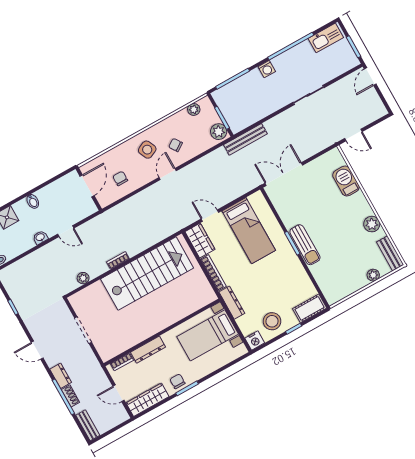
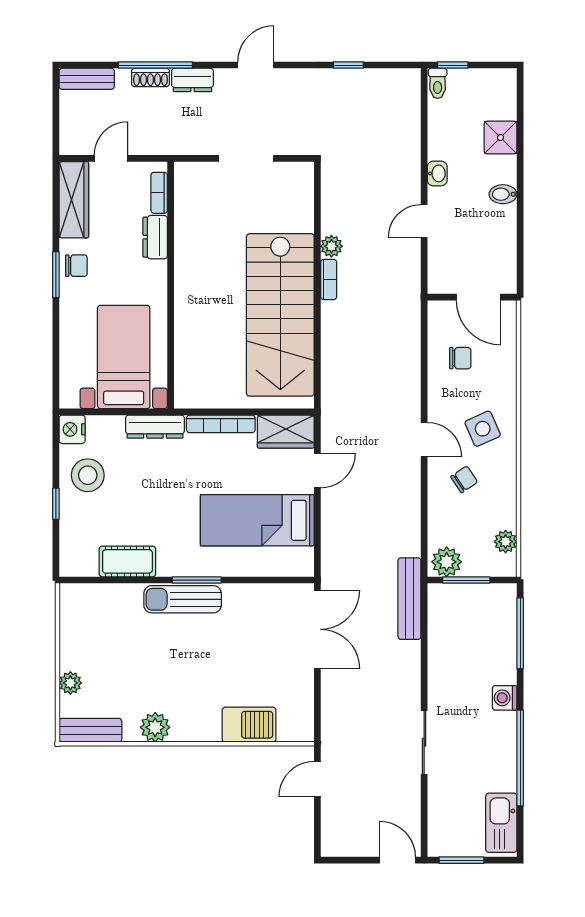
plant: (83, 278) -> (331, 246), moved
cot: (310, 308) -> (127, 561), moved, turned 90
dresser: (148, 350) -> (155, 237), width x0.70

